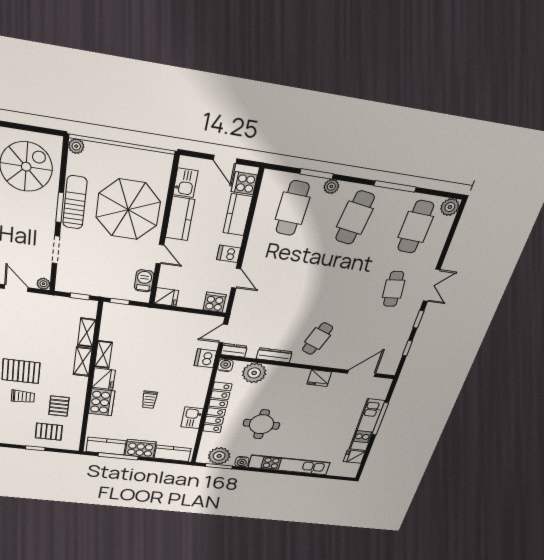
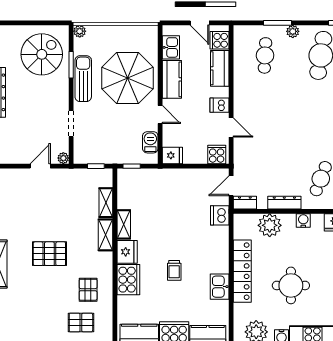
window: (60, 207) -> (71, 65), moved
cafe table: (292, 208) -> (265, 55), width x0.73, depth x0.74
door: (16, 288) -> (40, 166), hinge flipped
water cooler: (225, 365) -> (303, 220), moved
trolley: (23, 397) -> (53, 283), removed

